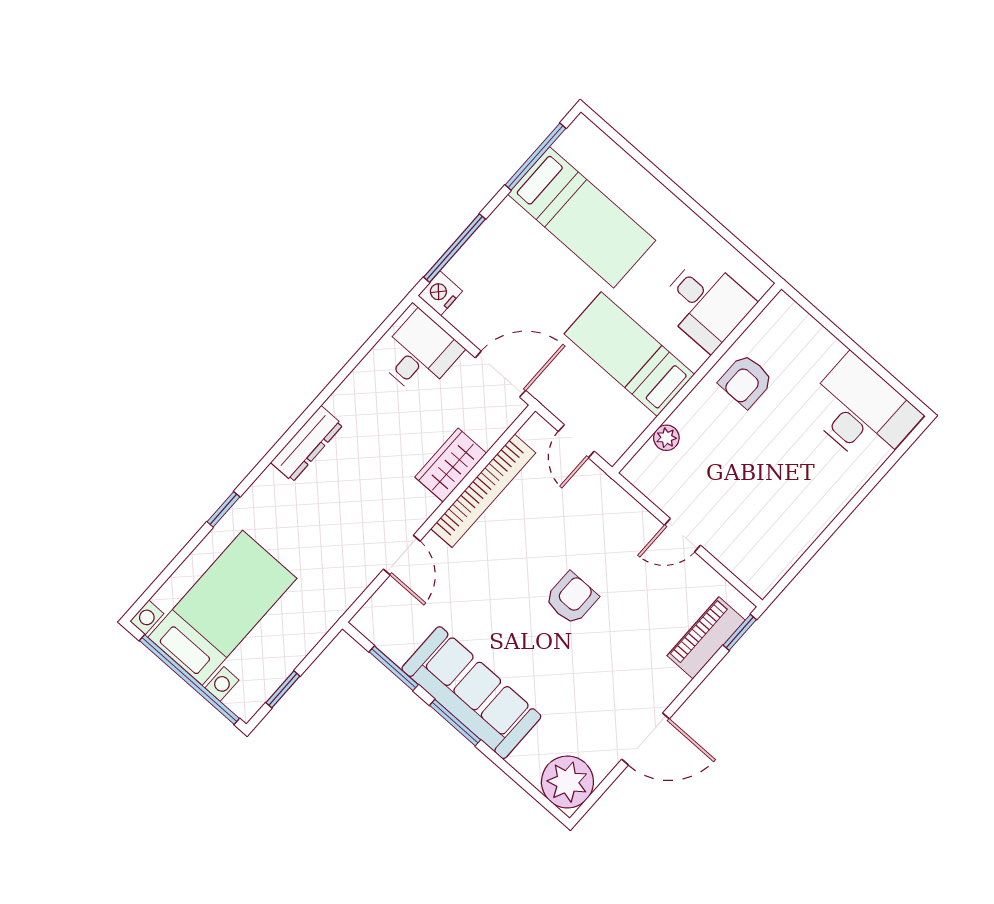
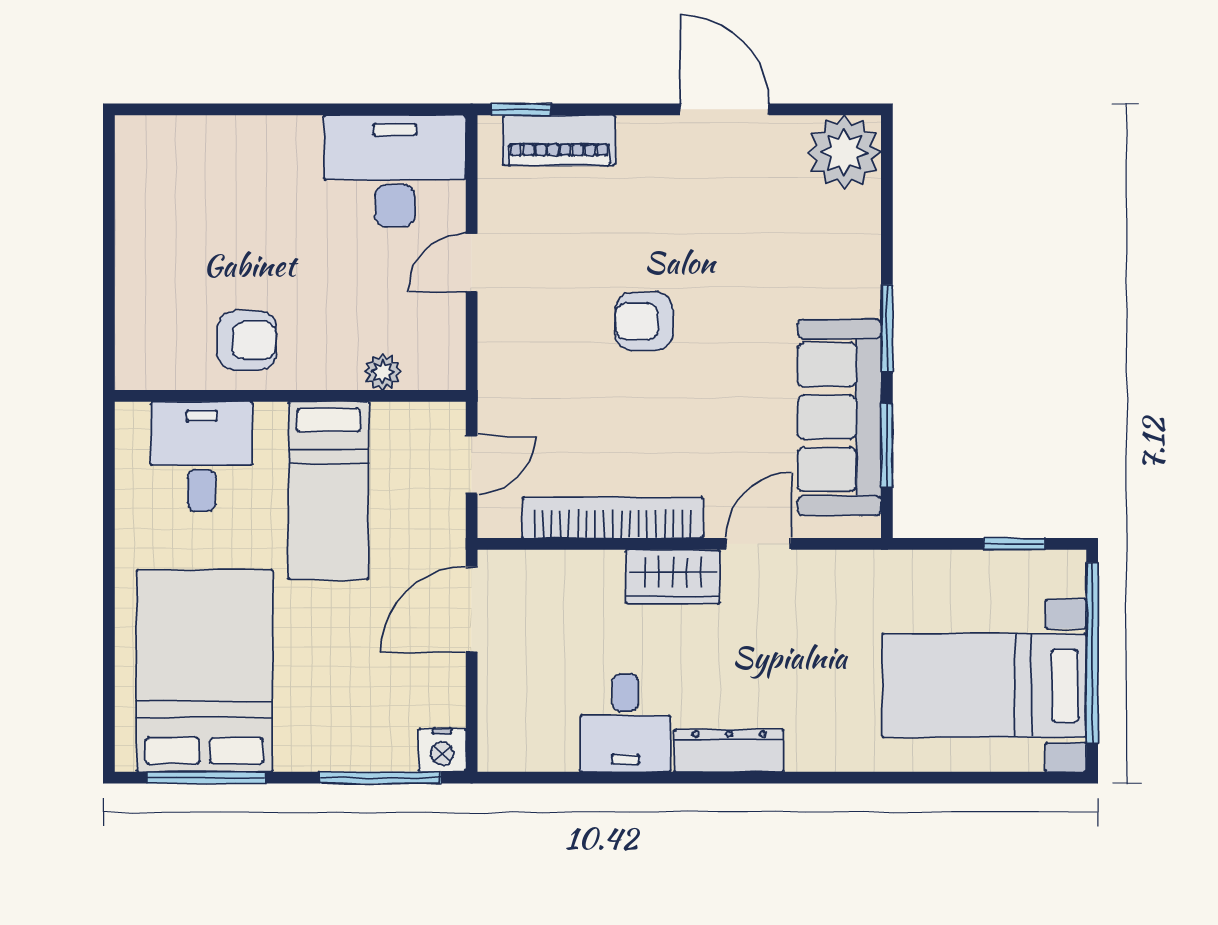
bed: (582, 217) -> (205, 671), width x1.50
desk: (420, 354) -> (625, 723), moved, turned -90
door: (500, 374) -> (472, 609), hinge flipped
desk: (861, 412) -> (395, 171), moved, turned 90
wardrobe: (451, 465) -> (673, 577), moved
window: (223, 509) -> (878, 778), removed
door: (682, 535) -> (472, 263), swing flipped
sofa: (471, 693) -> (839, 417), moved

